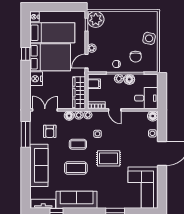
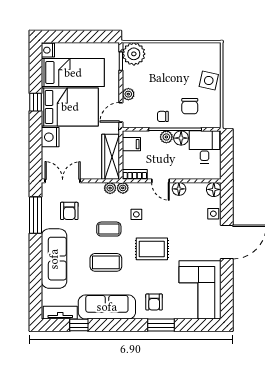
desk: (146, 98) -> (204, 147), moved, turned -90
floor lamp: (69, 116) -> (179, 189), moved
armchair: (110, 196) -> (154, 302), added

